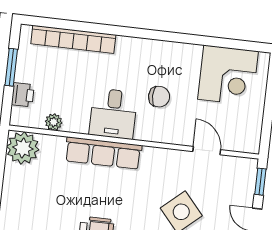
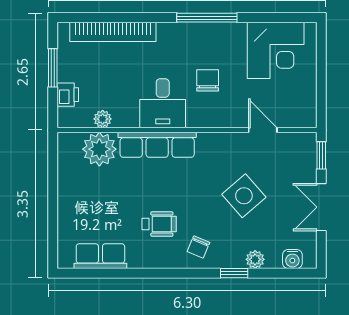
window: (165, 36) -> (207, 18), added
chair: (159, 97) -> (208, 80), turned -90
plant: (23, 148) -> (99, 149), moved

